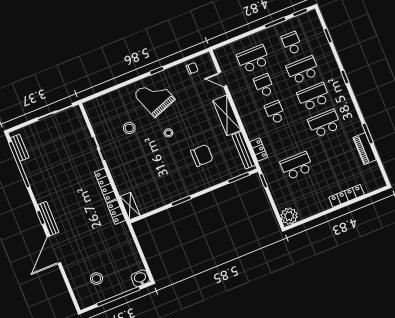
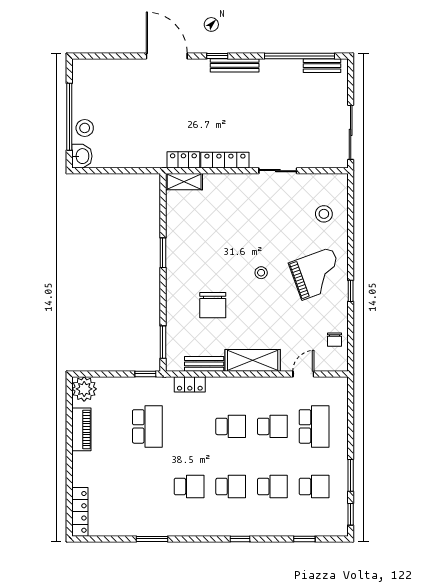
school desk: (303, 70) -> (272, 486), width x0.54
school desk: (313, 97) -> (231, 486), width x0.54
school desk: (324, 123) -> (189, 486), width x0.54
stool: (129, 128) -> (324, 214), moved
piano: (365, 149) -> (81, 429), moved, turned 90
bench: (244, 150) -> (204, 364), width x0.73
locker: (347, 196) -> (80, 512), moved
bench: (48, 219) -> (235, 65), moved
stool: (97, 279) -> (85, 128), moved

